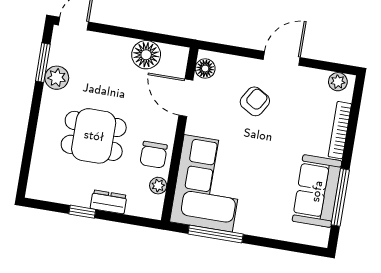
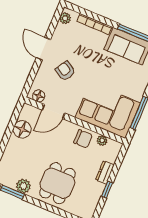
dining table: (94, 136) -> (57, 183), moved

